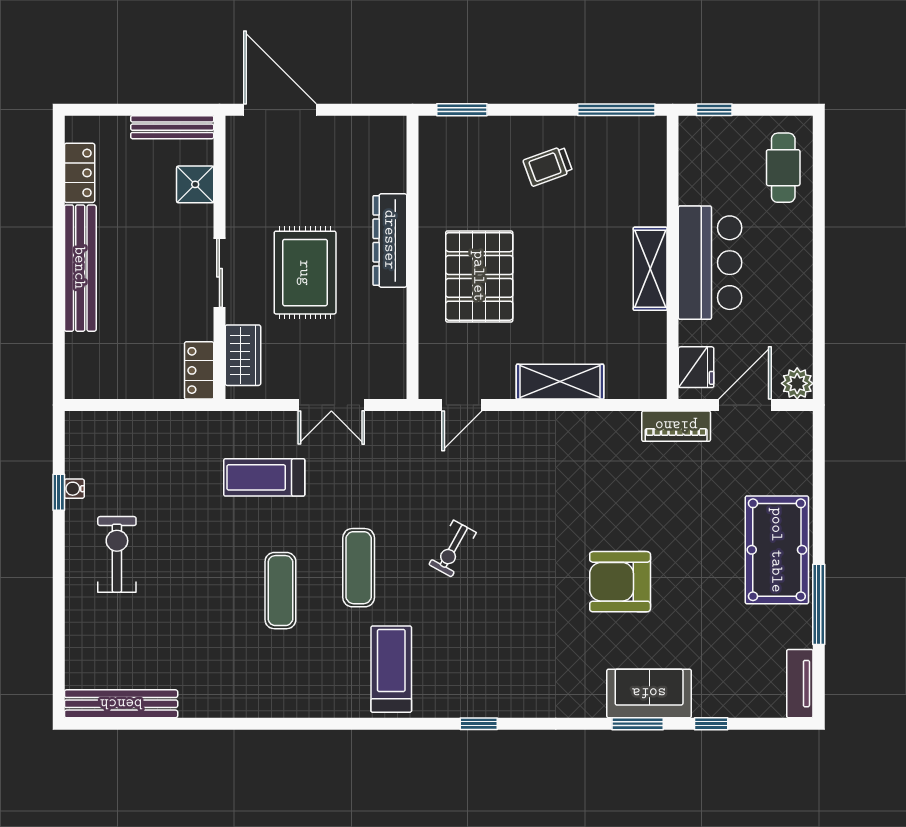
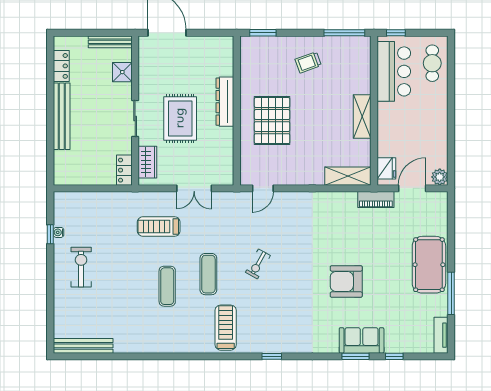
bar counter: (710, 263) -> (394, 71), moved
shelving: (560, 382) -> (348, 176), moved

